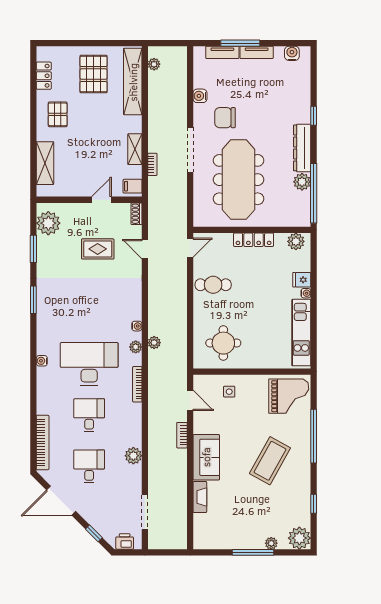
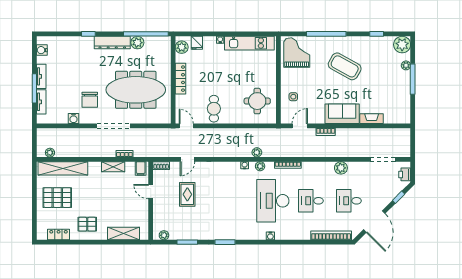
plant: (48, 223) -> (164, 235), width x0.53, depth x0.53
fridge: (302, 280) -> (197, 43), moved

